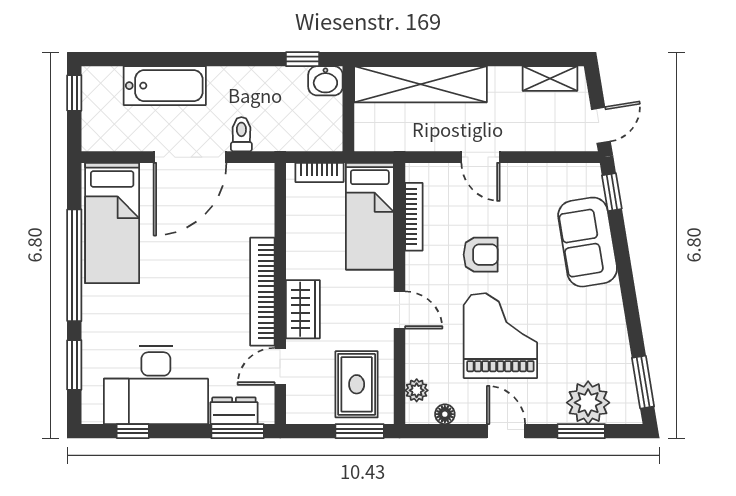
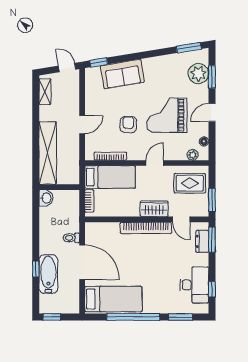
window: (302, 59) -> (36, 269), moved
desk: (156, 385) -> (194, 285), width x0.73, depth x0.77
window: (360, 431) -> (212, 200), moved

